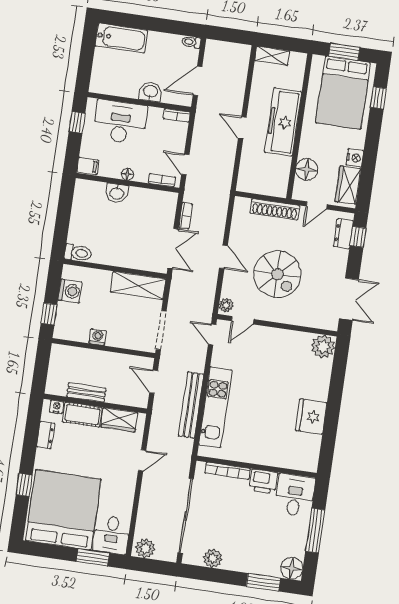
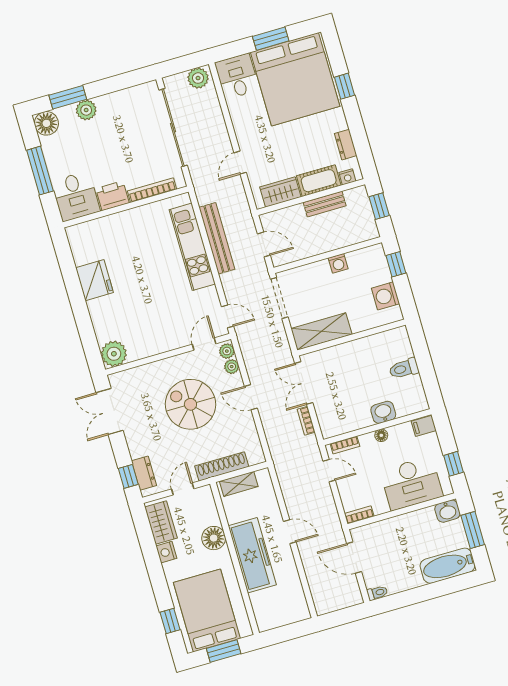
shelving: (272, 56) -> (239, 484), moved
window: (86, 59) -> (473, 530), added
door: (197, 81) -> (354, 558), swing flipped
washbasin: (150, 92) -> (447, 511), moved
floor lamp: (307, 170) -> (214, 538), moved
toilet: (78, 253) -> (404, 369), moved
plant: (228, 290) -> (232, 367), added
window: (41, 370) -> (379, 206), added
window: (93, 557) -> (271, 39), moved
plant: (213, 558) -> (86, 110), moved

